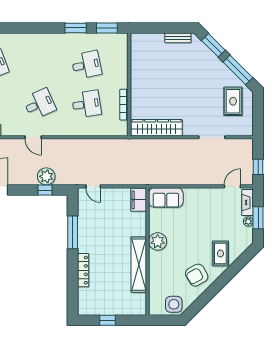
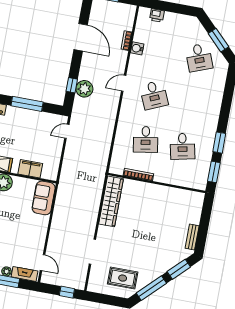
window: (258, 167) -> (67, 292), moved
filing cabinet: (139, 200) -> (30, 169), moved

